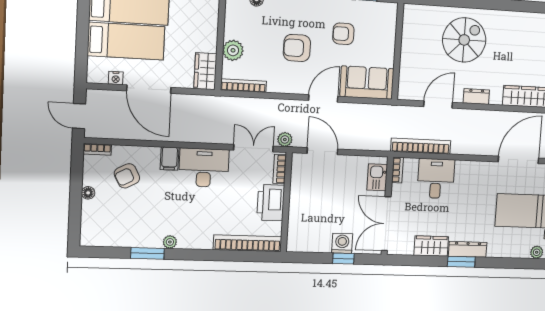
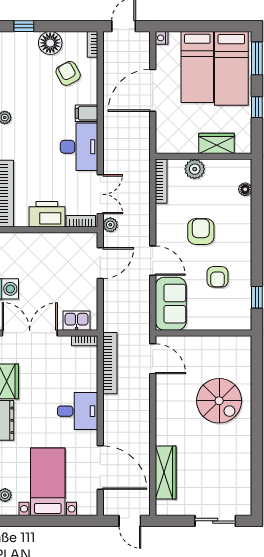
armchair: (343, 34) -> (218, 277), turned 180
wardrobe: (205, 71) -> (217, 143), moved
nightstand: (116, 78) -> (162, 38), moved
dresser: (476, 96) -> (163, 418), removed
door: (438, 104) -> (153, 359), moved
desk: (436, 179) -> (78, 411), moved
floor lamp: (88, 193) -> (50, 43), width x1.89, depth x1.89
window: (75, 220) -> (24, 26), added

